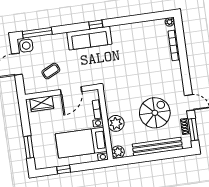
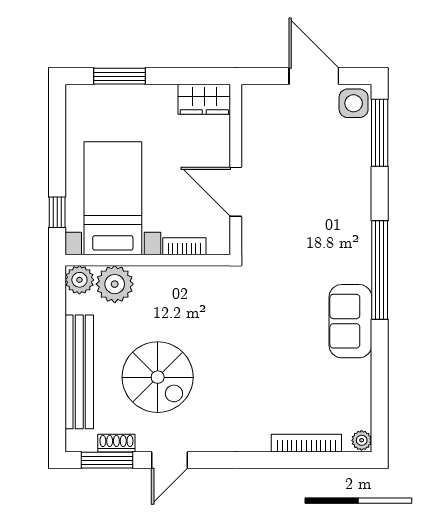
window: (96, 25) -> (380, 270), width x3.17
sofa: (89, 38) -> (350, 321), moved, width x0.73
coffee table: (51, 71) -> (287, 152), removed
wardrobe: (42, 104) -> (204, 99), moved, turned -90
plant: (116, 123) -> (115, 284), moved
window: (64, 169) -> (57, 212), moved

